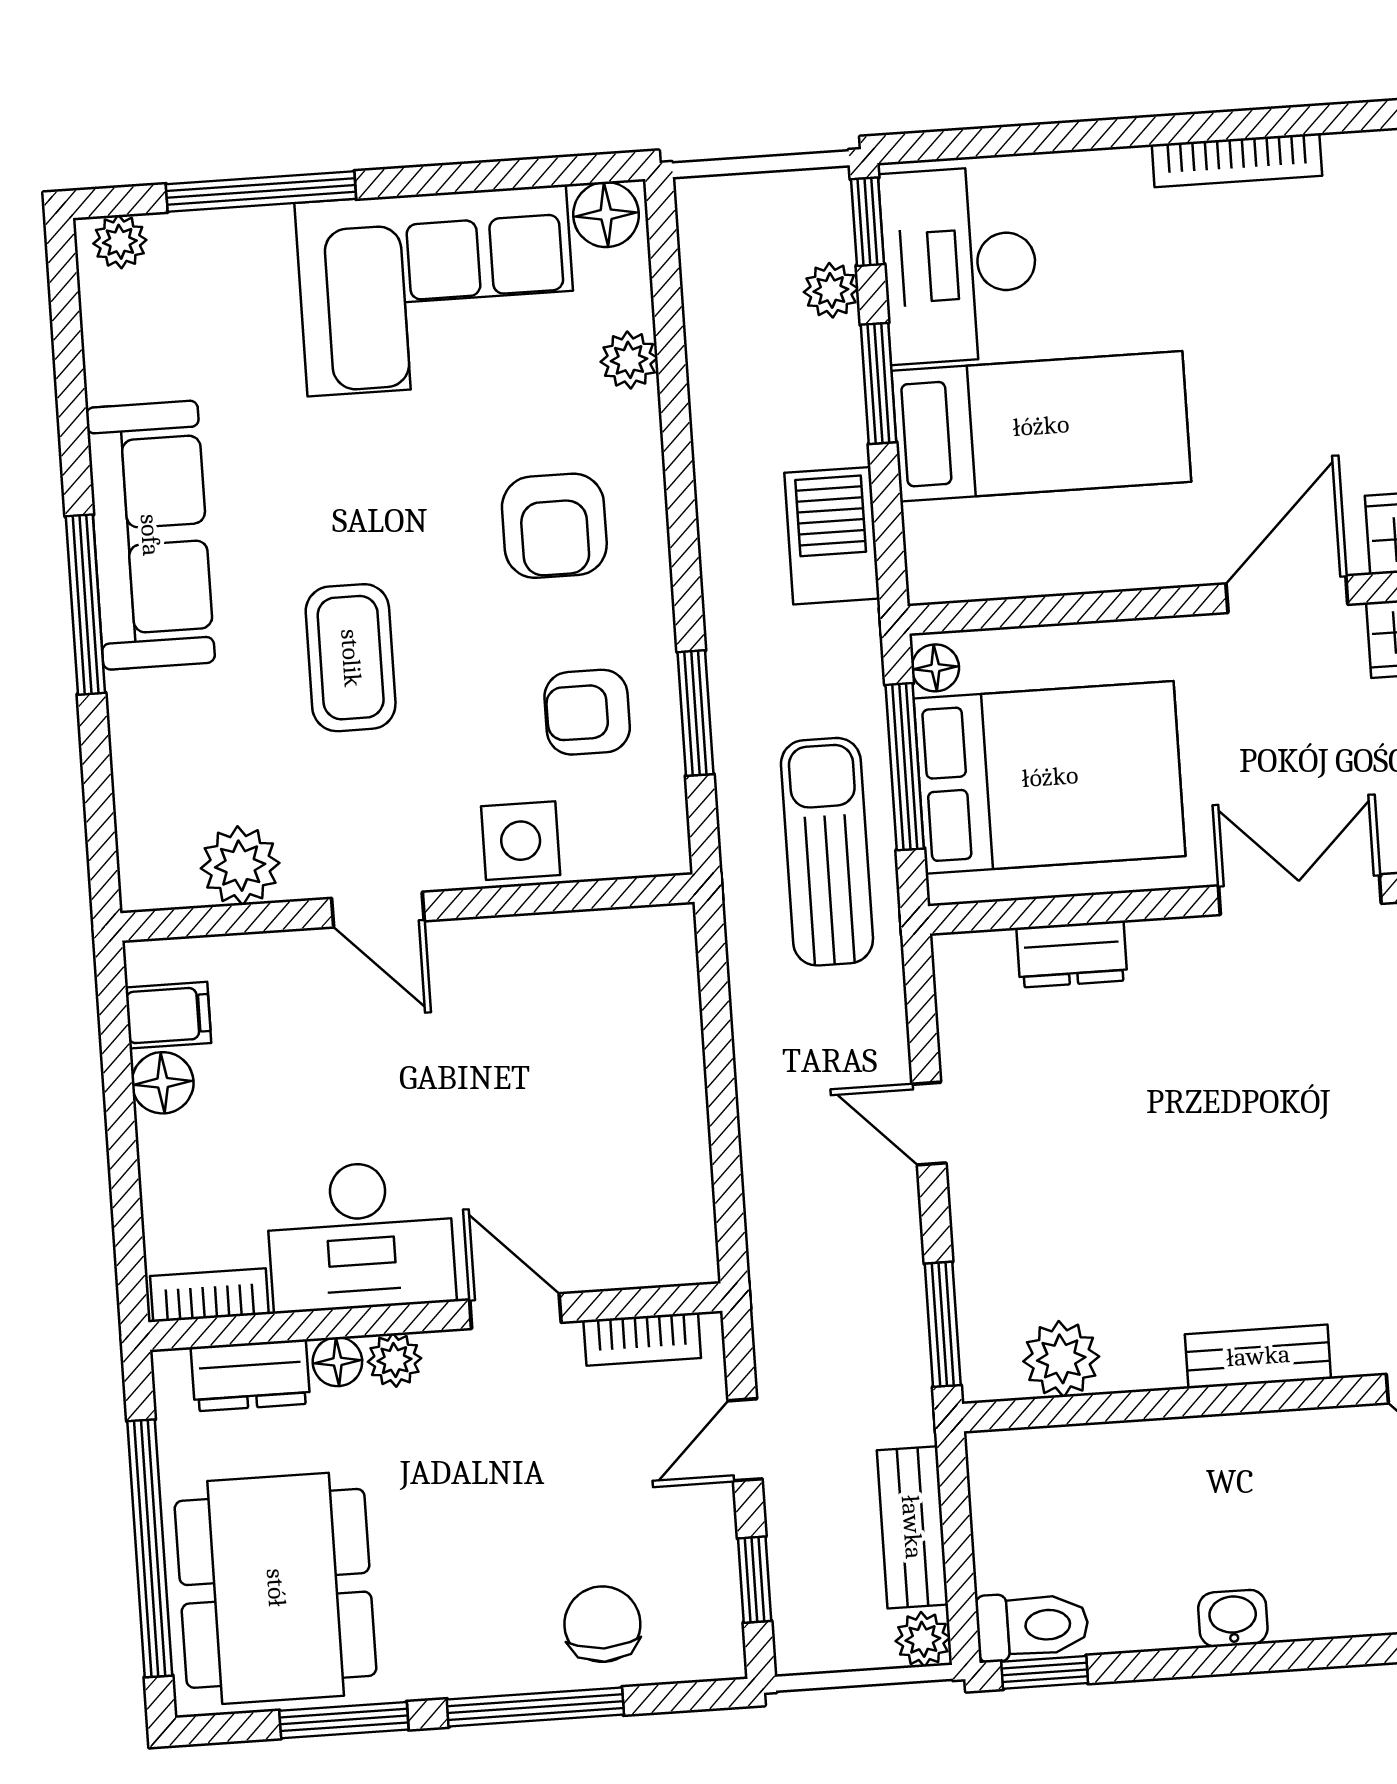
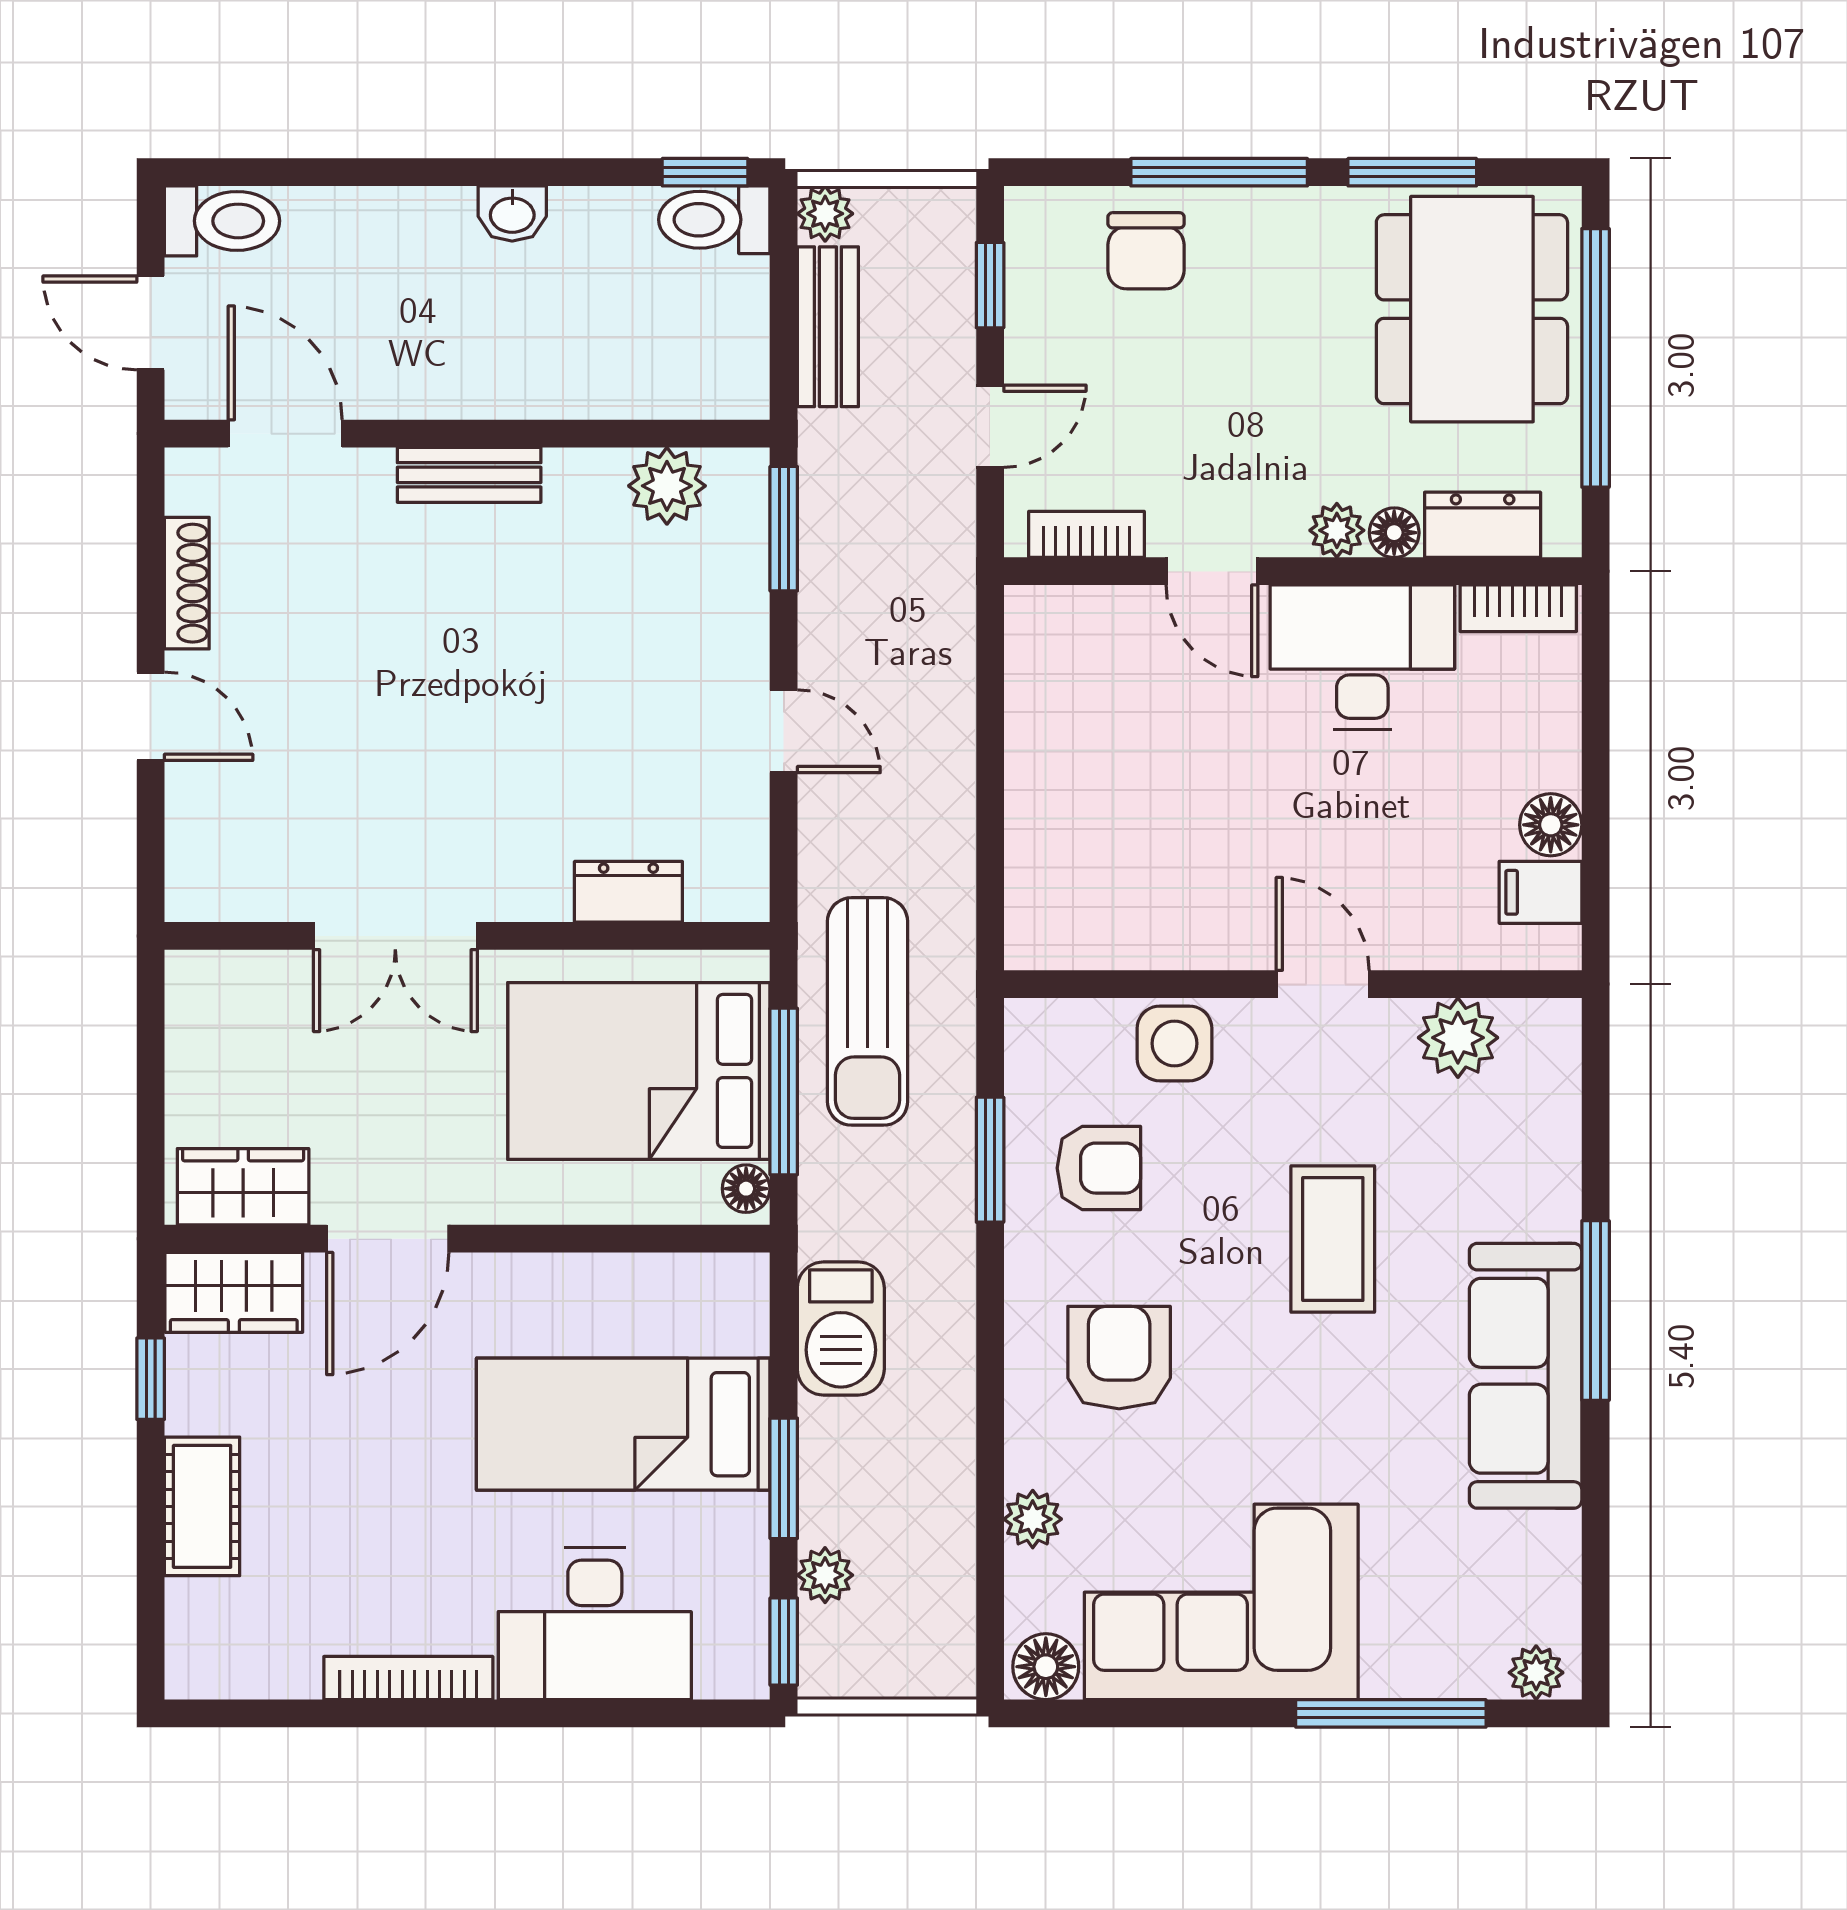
desk: (960, 265) -> (595, 1624), moved, turned 90

